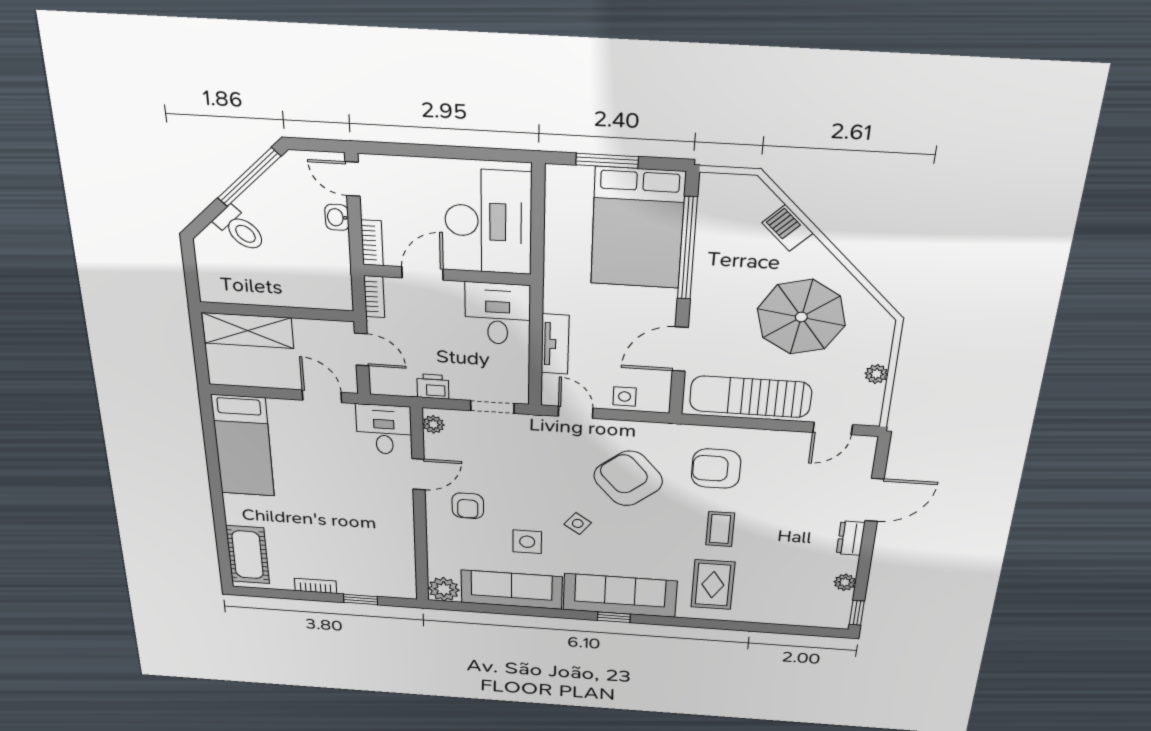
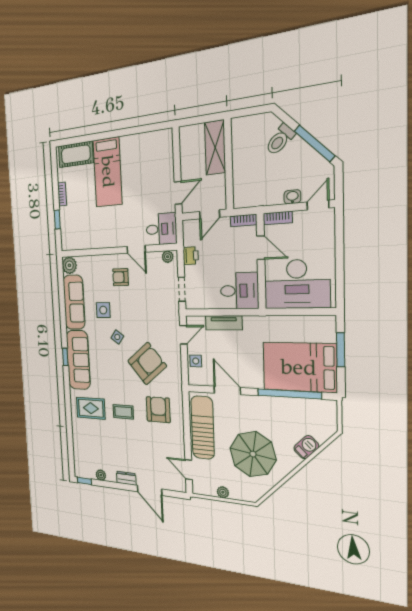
bed: (243, 446) -> (108, 172), moved, turned -90

